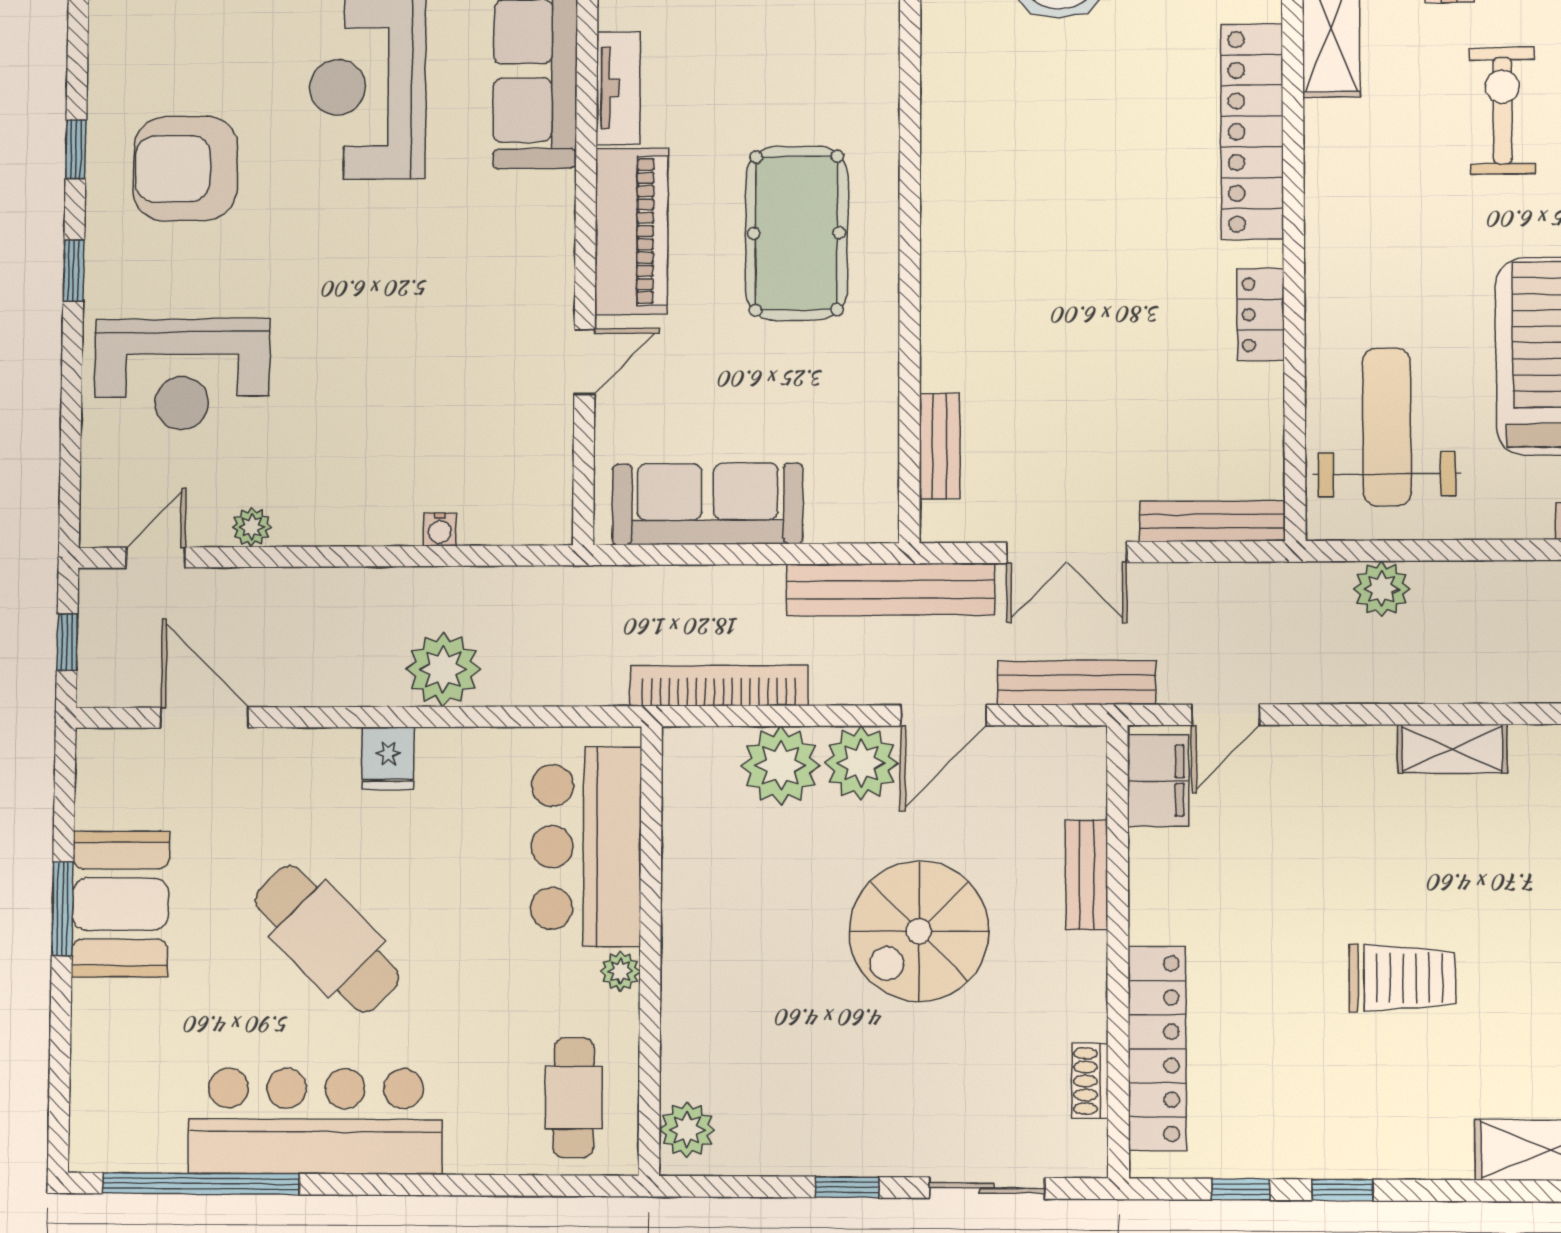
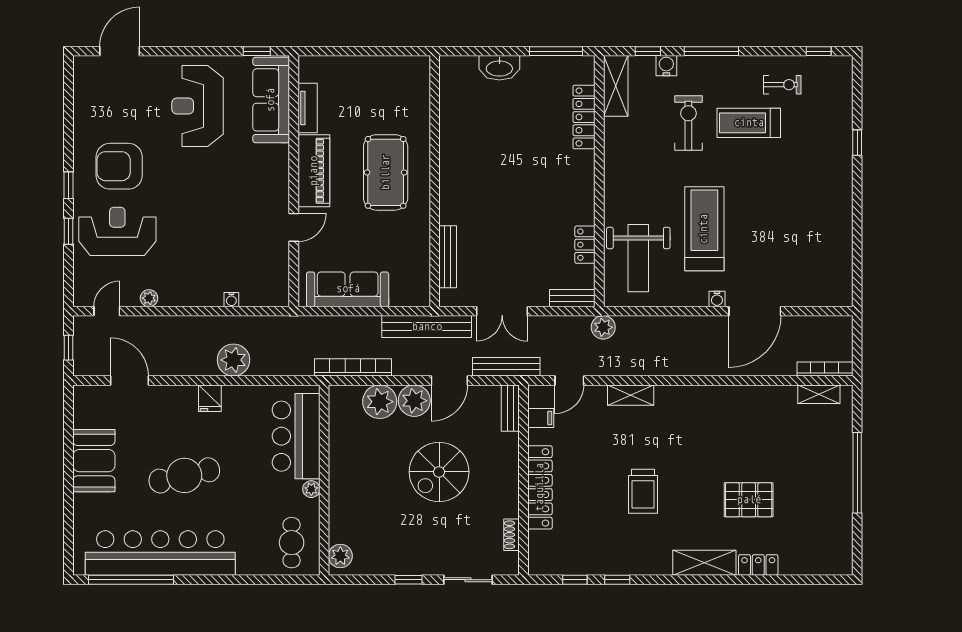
locker: (1252, 132) -> (584, 117), width x0.71, depth x0.83
window: (76, 149) -> (68, 231), moved
armchair: (185, 169) -> (119, 166), moved
locker: (1260, 315) -> (585, 245), moved
reception desk: (182, 374) -> (117, 231), turned 180
weight bench: (1387, 427) -> (638, 258), turned 180
bench: (940, 446) -> (448, 257), width x1.36
bench: (1212, 521) -> (572, 298), width x0.73
plant: (1382, 589) -> (603, 327), moved
shelving: (1452, 749) -> (631, 395), moved
filing cabinet: (1158, 781) -> (541, 418), width x0.50
bench: (1087, 875) -> (510, 408), moved
window: (62, 909) -> (68, 463), removed
cafe table: (327, 939) -> (184, 475), turned -58
trolley: (1402, 978) -> (643, 491), turned 90
locker: (1157, 1049) -> (540, 487), moved
bar counter: (315, 1121) -> (160, 553), width x1.36

